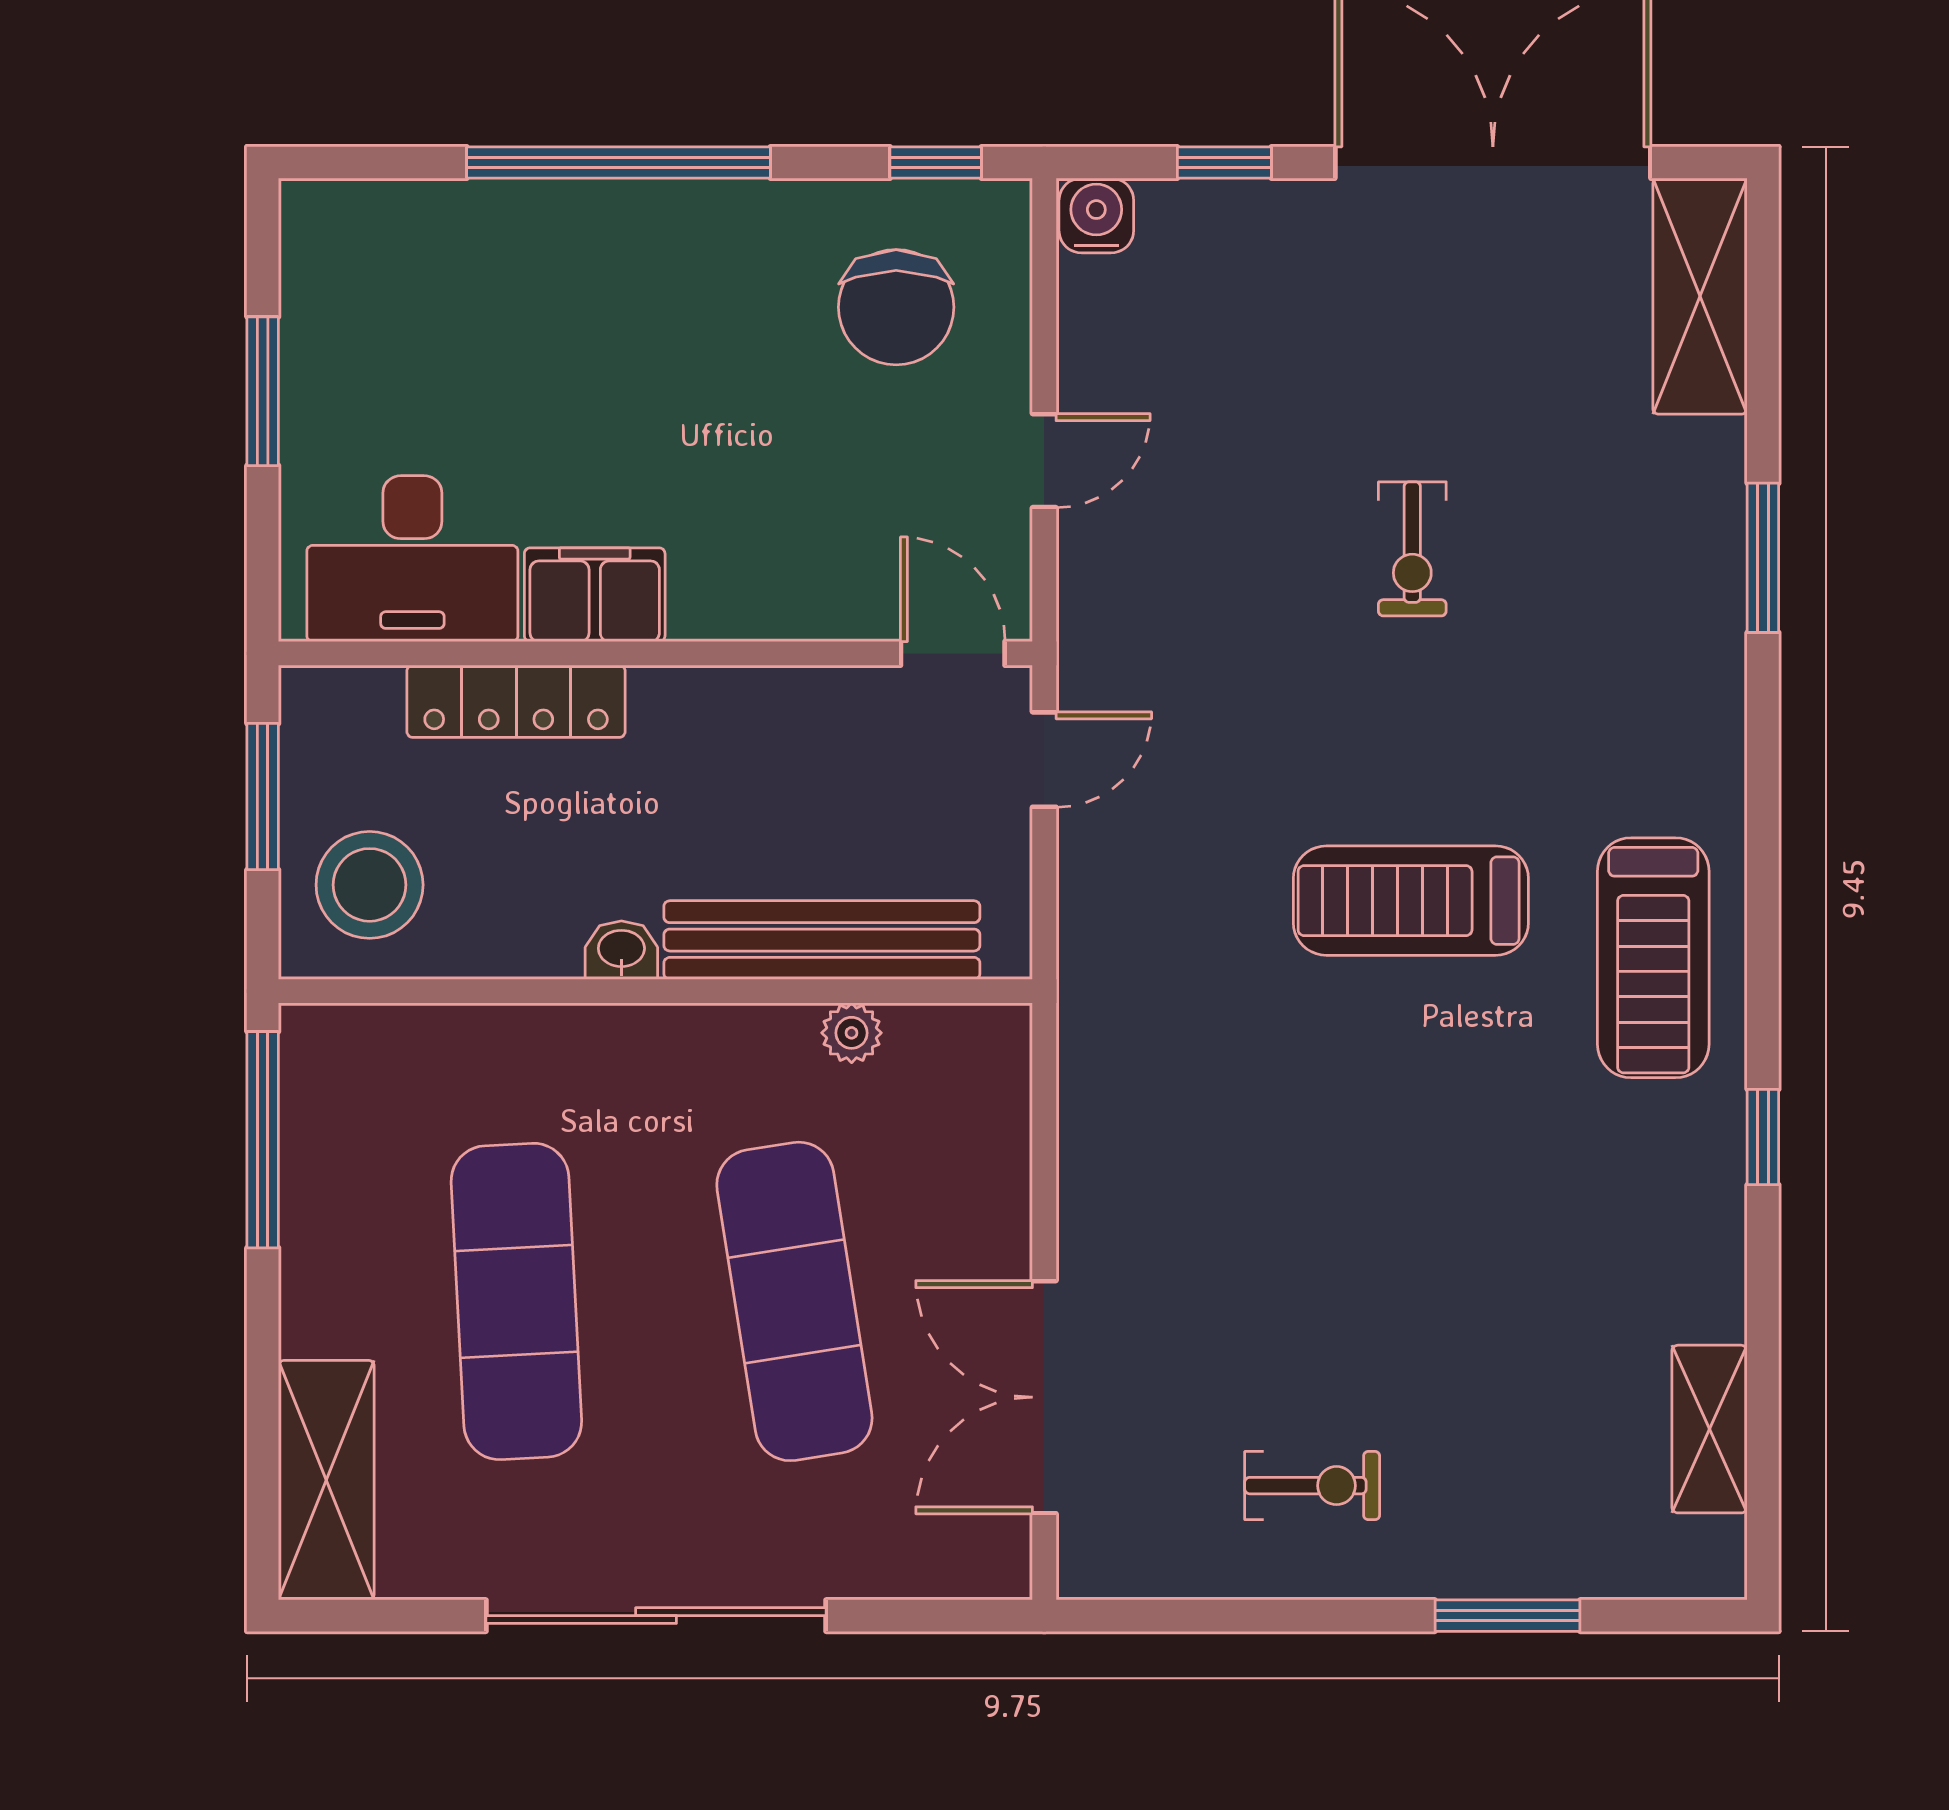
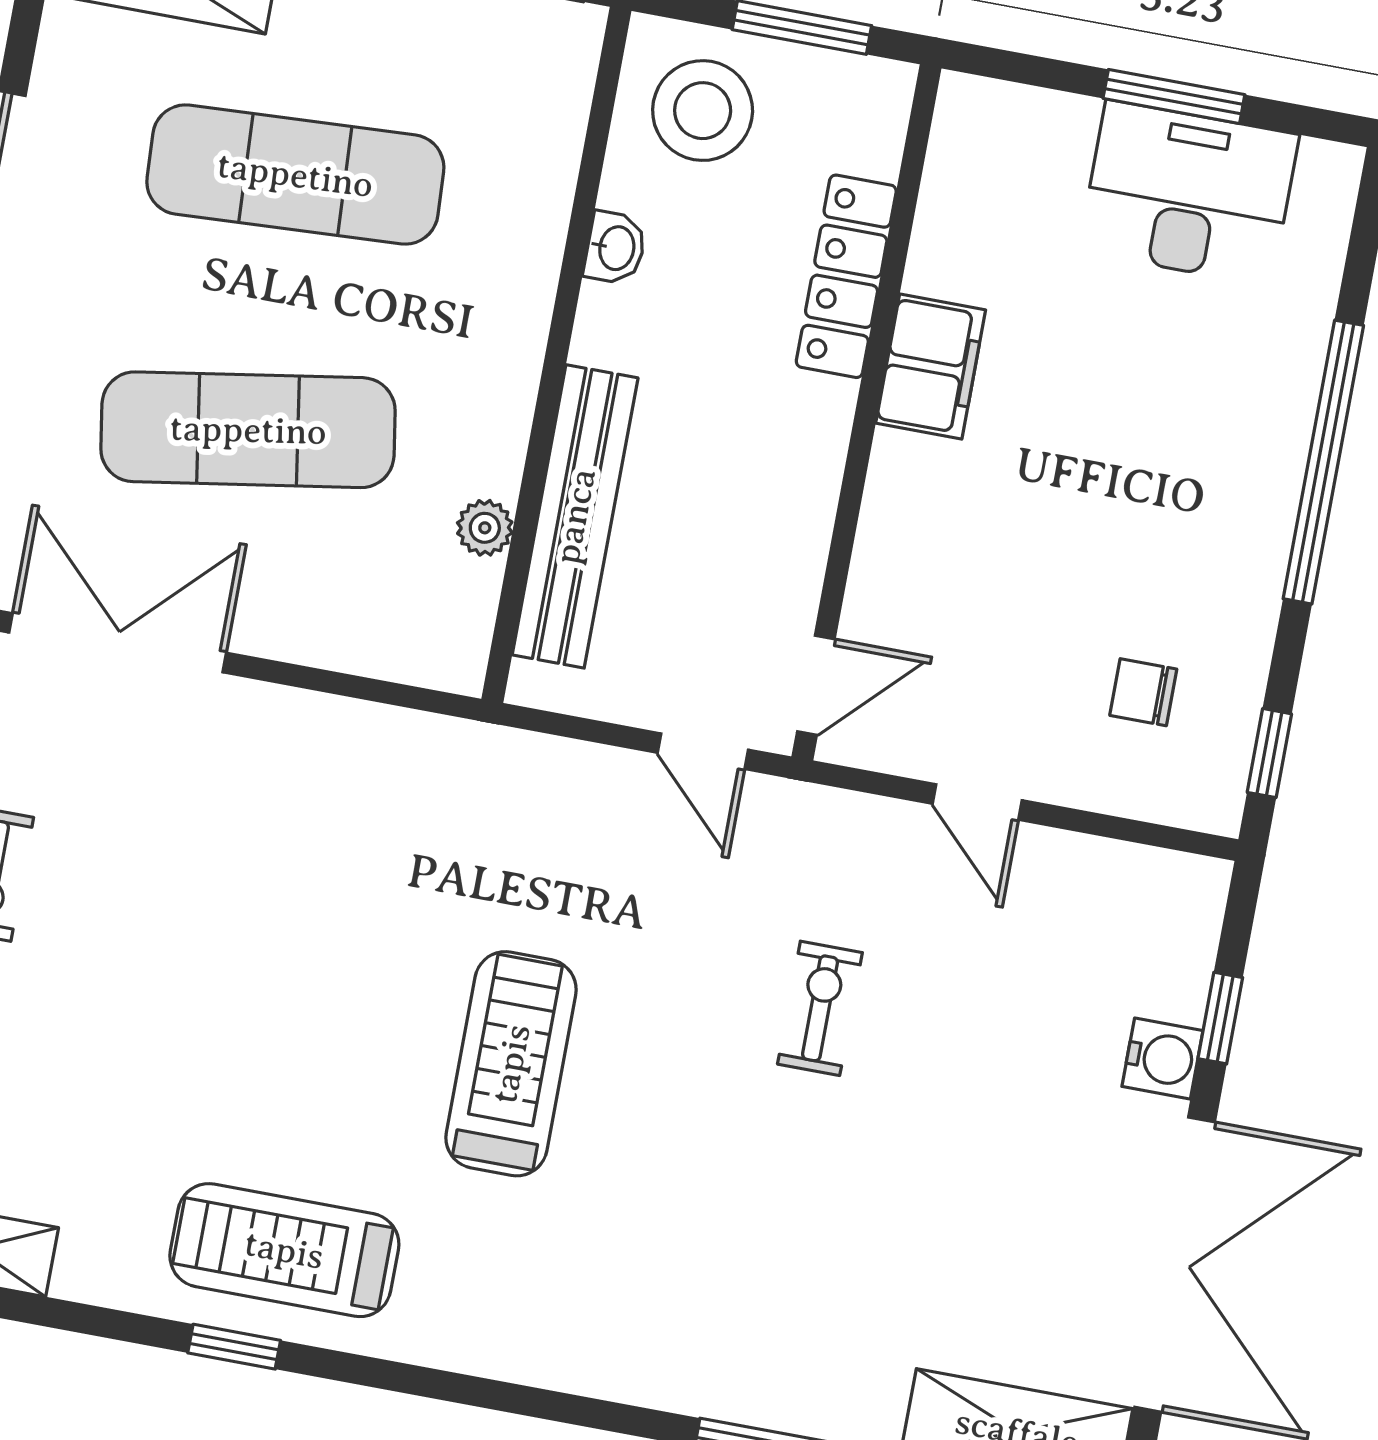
water cooler: (1096, 216) -> (1162, 1059), moved
chair: (896, 307) -> (1143, 692), width x0.54, depth x0.54
exercise bike: (1412, 549) -> (820, 1008), moved, turned 90
desk: (412, 559) -> (1189, 193), moved, turned 90
washbasin: (621, 950) -> (615, 248), moved
treadmill: (1653, 958) -> (284, 1250), moved

